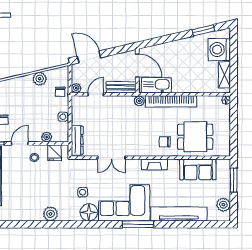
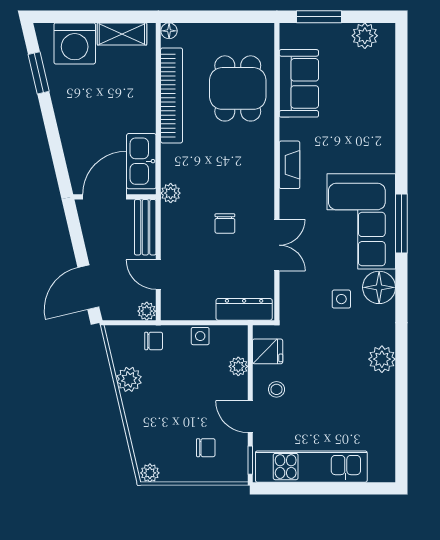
bookcase: (171, 101) -> (172, 95), moved
chair: (165, 142) -> (225, 223), moved
tv unit: (179, 214) -> (382, 119), removed
window: (138, 224) -> (401, 223), moved

